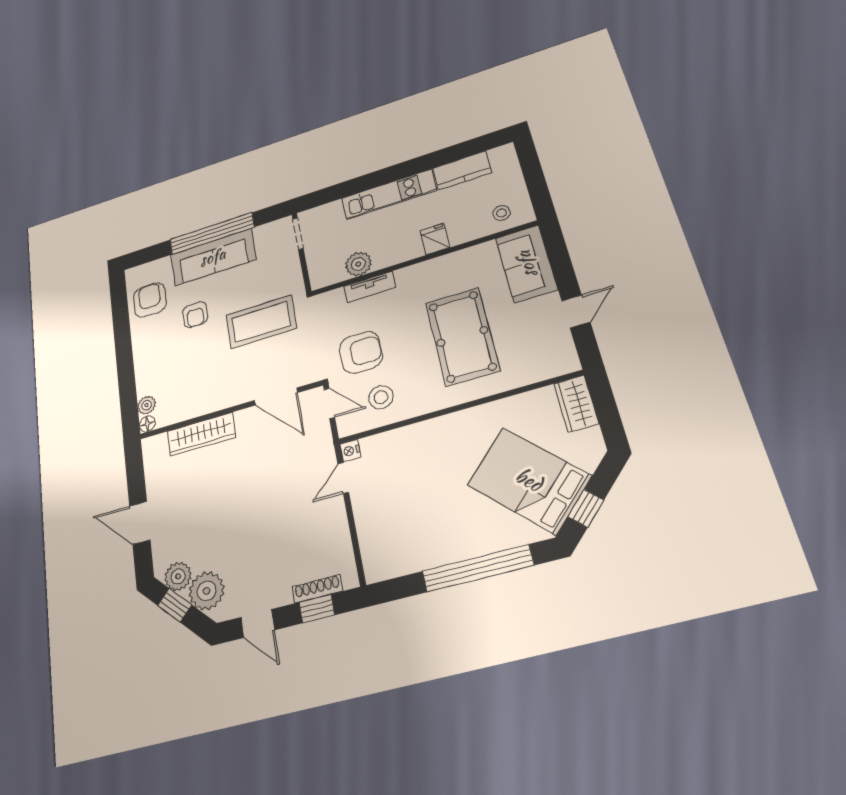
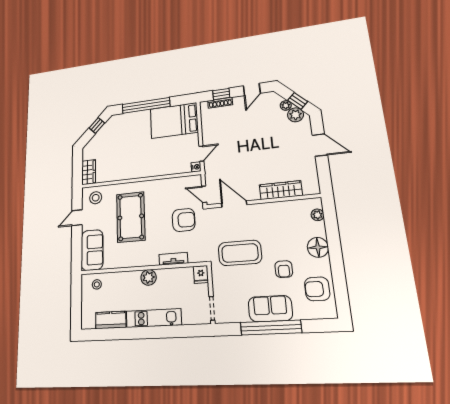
fridge: (435, 239) -> (201, 274), moved
sofa: (213, 257) -> (270, 309), width x0.73
plant: (358, 264) -> (149, 277), moved
armchair: (150, 300) -> (317, 289), turned 90
armchair: (195, 315) -> (284, 269), turned 180
armchair: (361, 352) -> (184, 220), turned 180
stool: (381, 397) -> (96, 198), moved
floor lamp: (147, 424) -> (318, 247), moved, width x1.89, depth x1.89
bed: (529, 480) -> (174, 121), moved, turned 135
plant: (206, 591) -> (286, 105), width x0.53, depth x0.53
door: (258, 623) -> (252, 90), swing flipped

